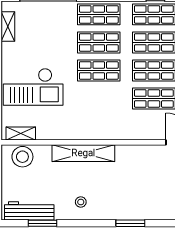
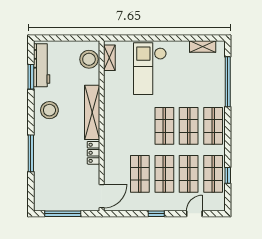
locker: (130, 152) -> (93, 153), added
stool: (81, 202) -> (49, 110), width x1.89, depth x1.89
window: (130, 223) -> (31, 153), width x1.44

